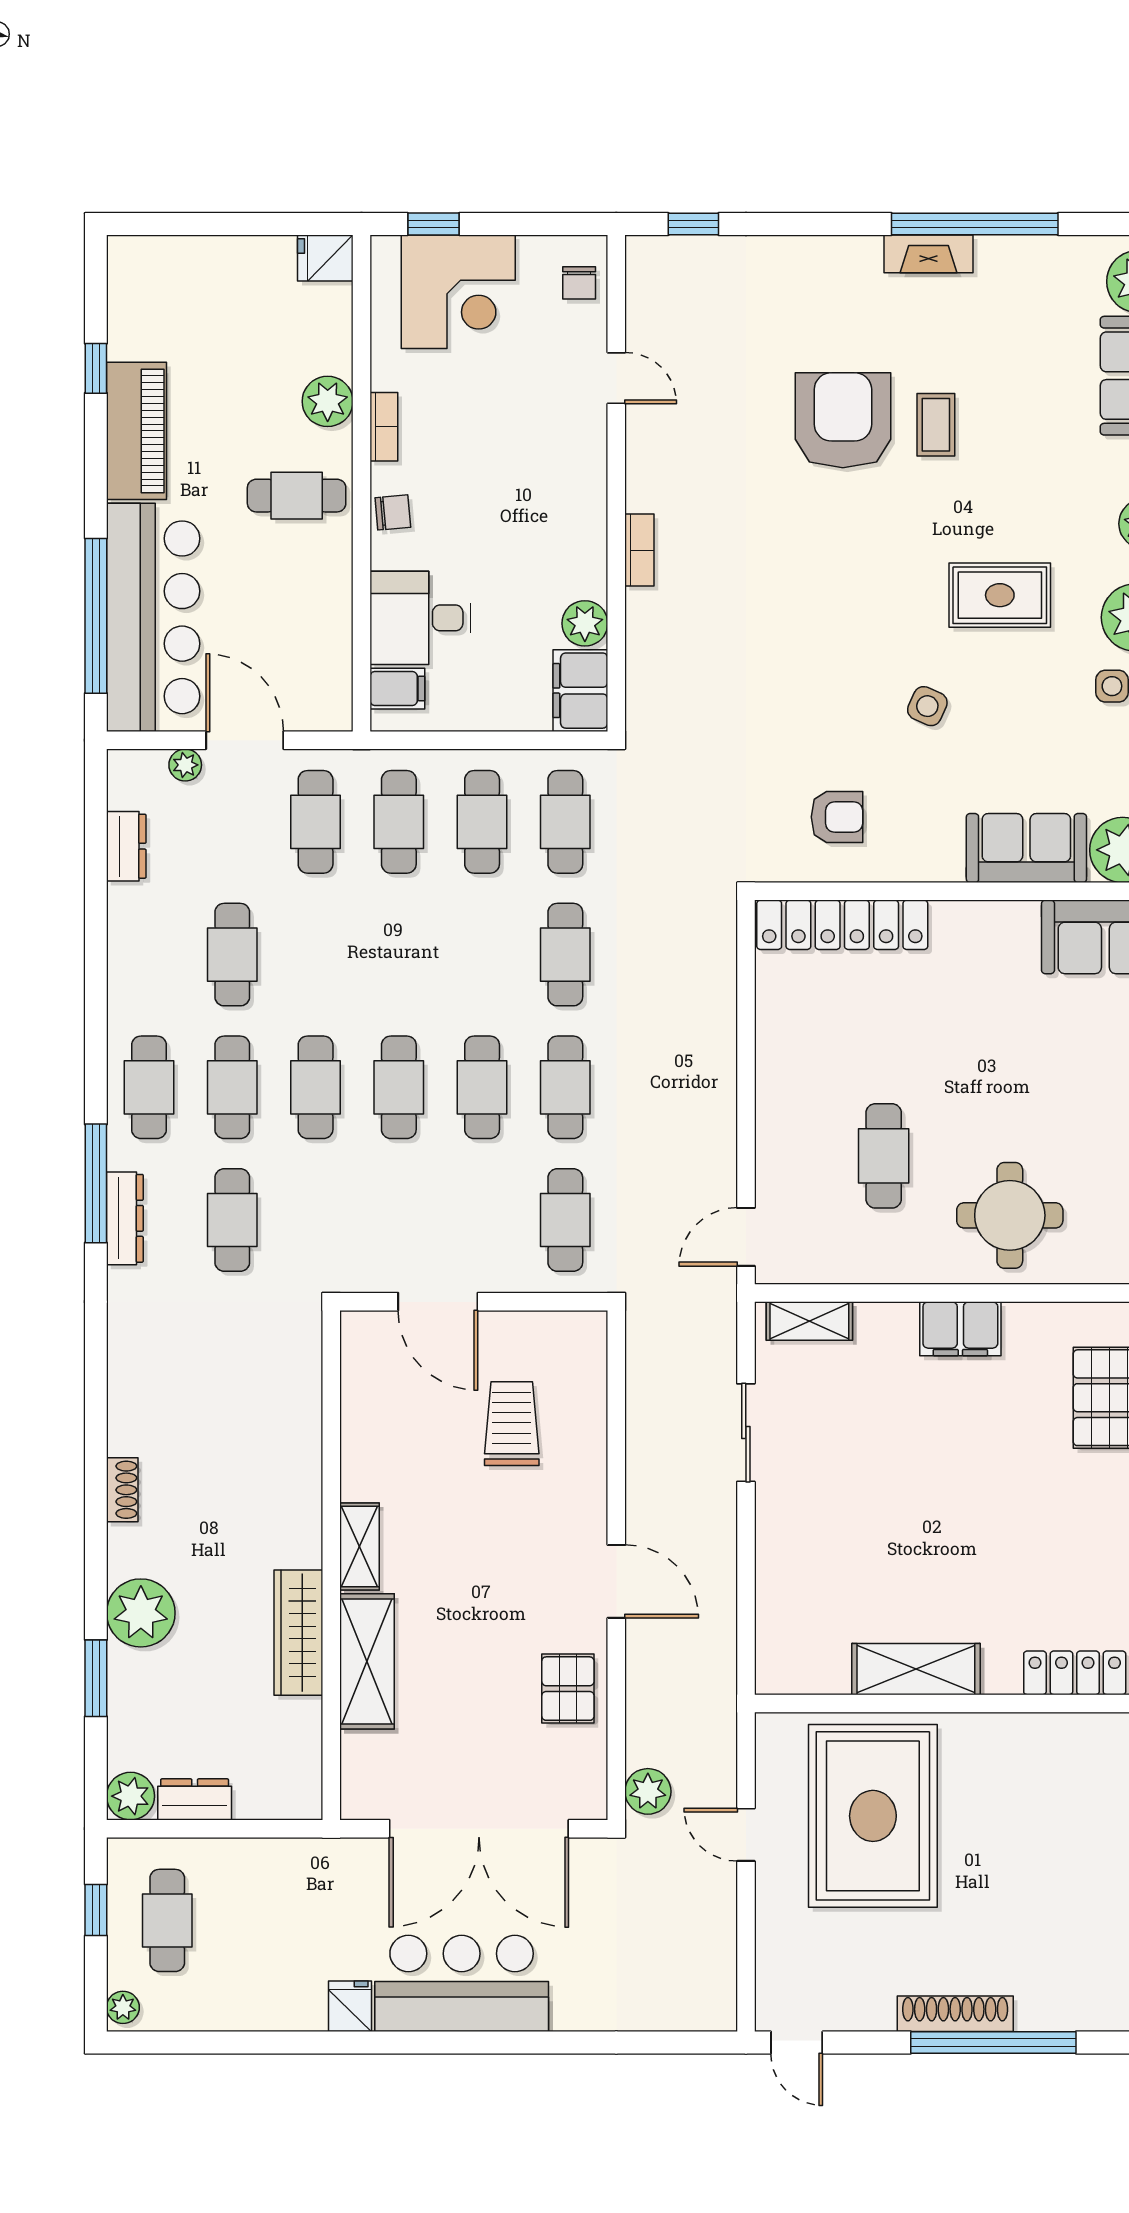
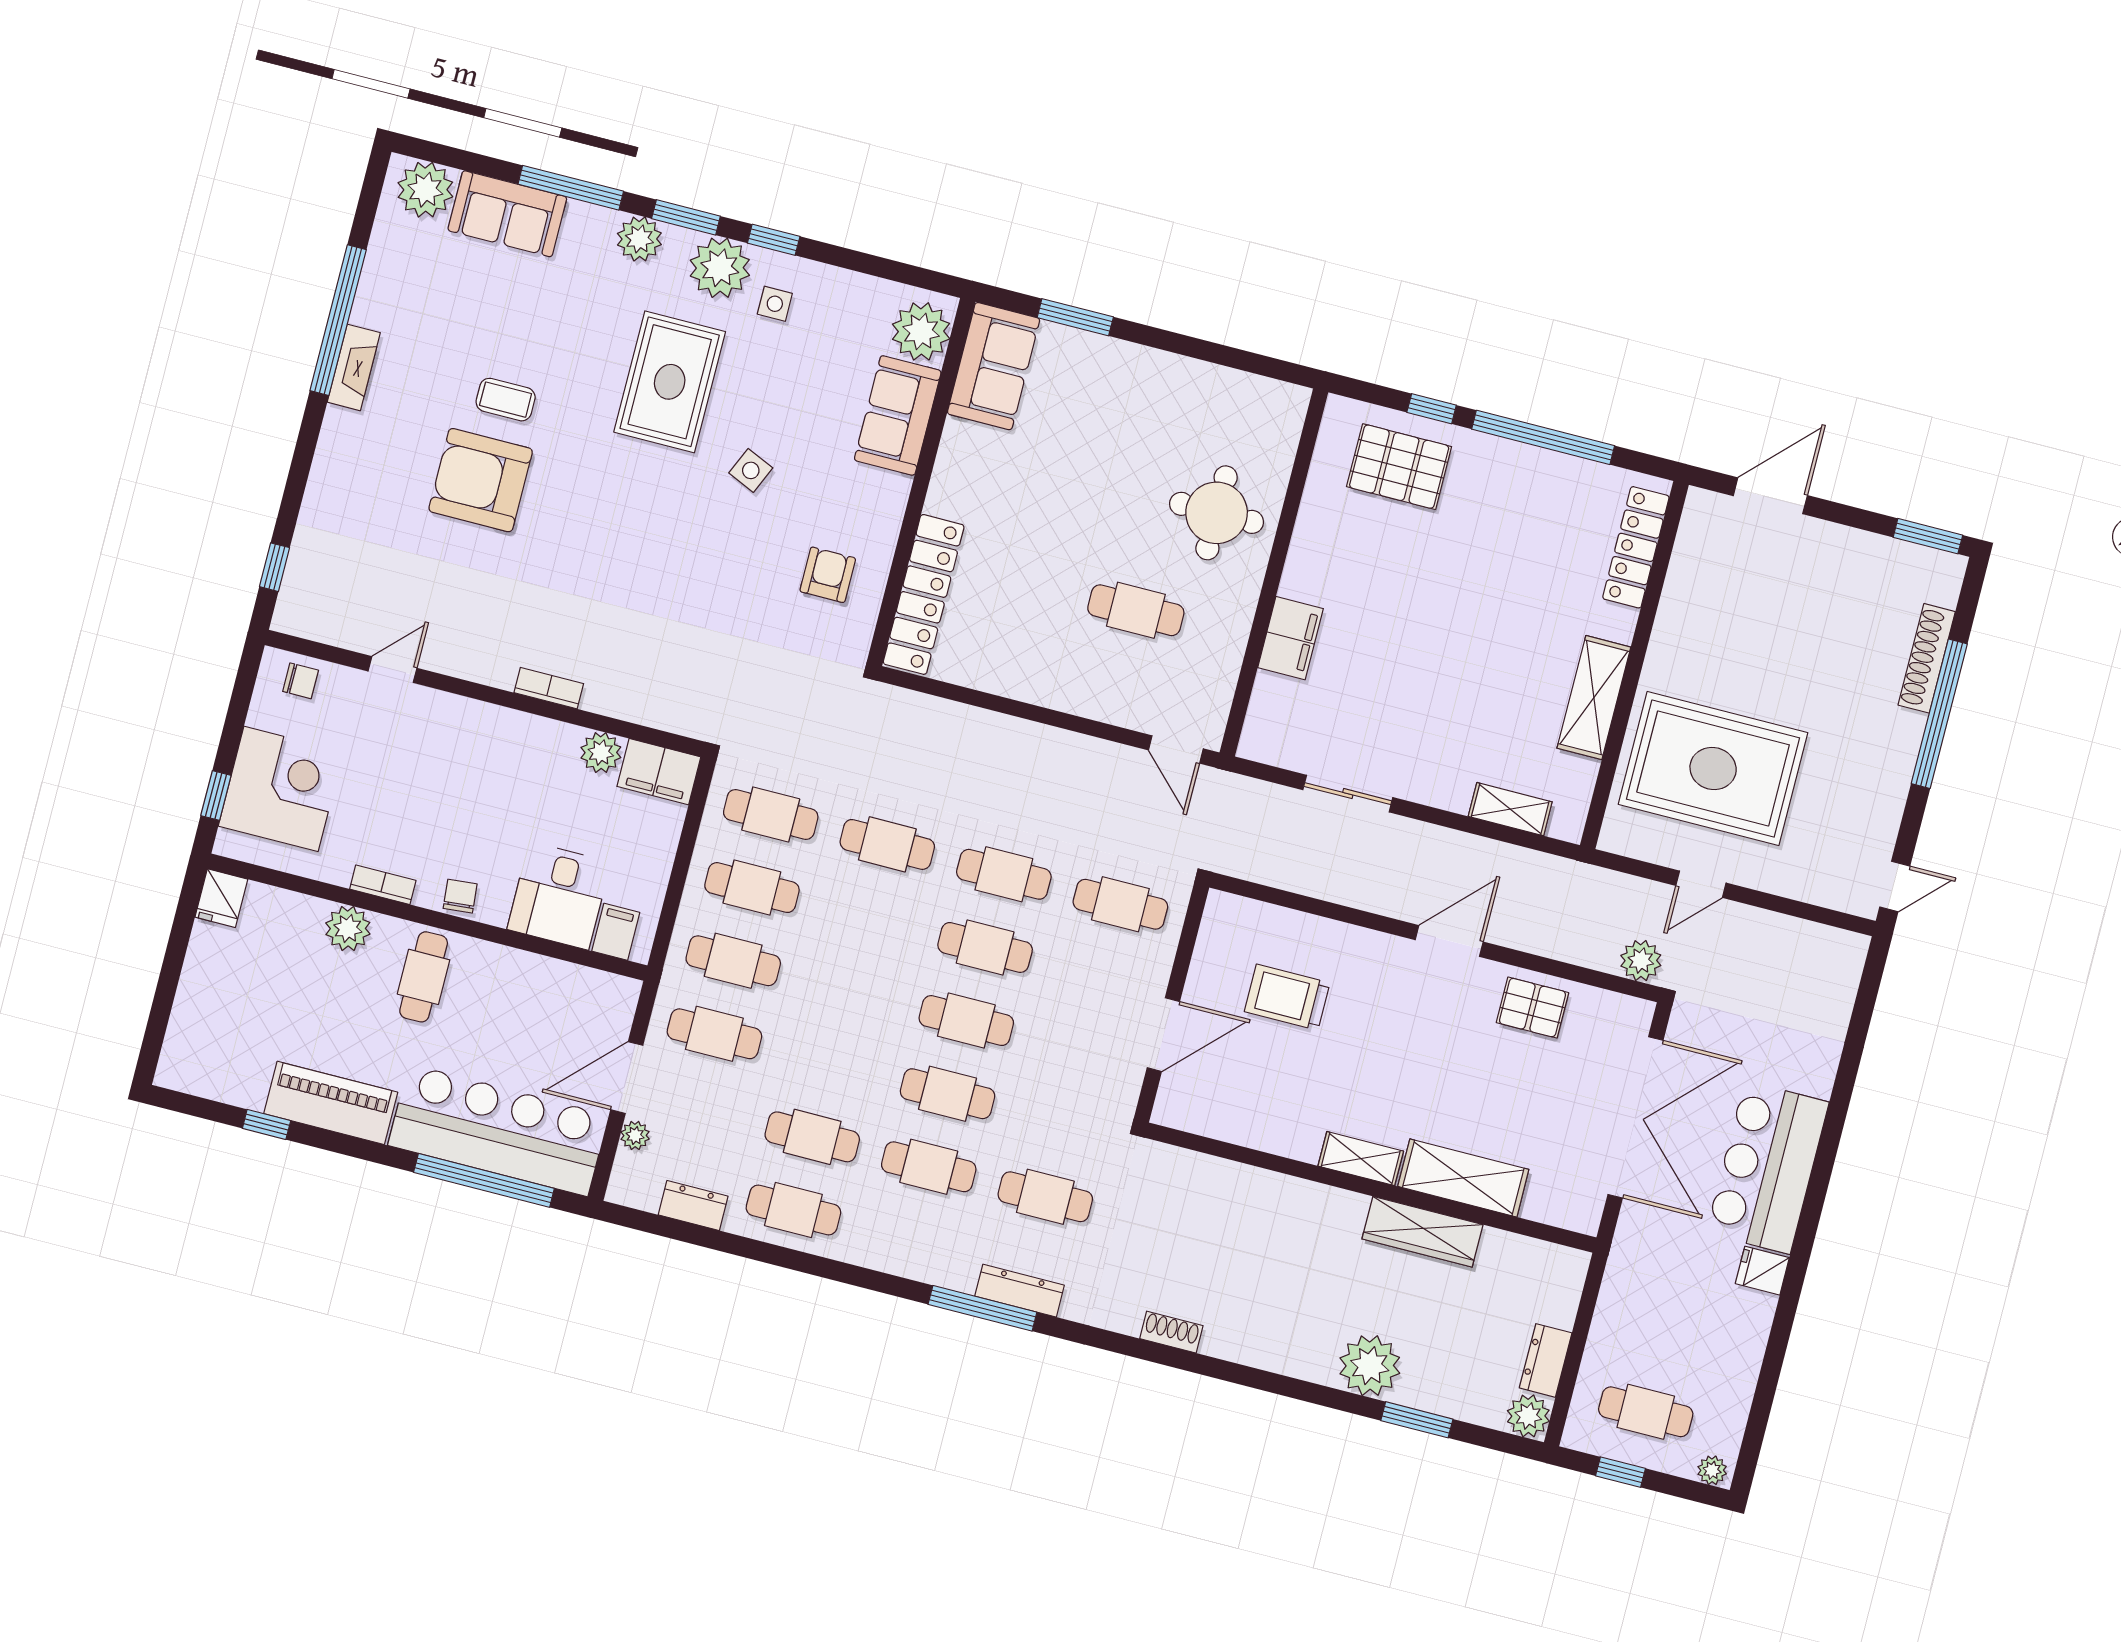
rug: (1000, 595) -> (670, 382), width x1.36, depth x1.43
cafe table: (149, 1087) -> (793, 1210), moved
shelving: (809, 1321) -> (1510, 809), moved, turned 90
filing cabinet: (960, 1329) -> (1291, 638), moved
shoe rack: (122, 1490) -> (1171, 1332), moved
shoe rack: (955, 2014) -> (1927, 658), moved

